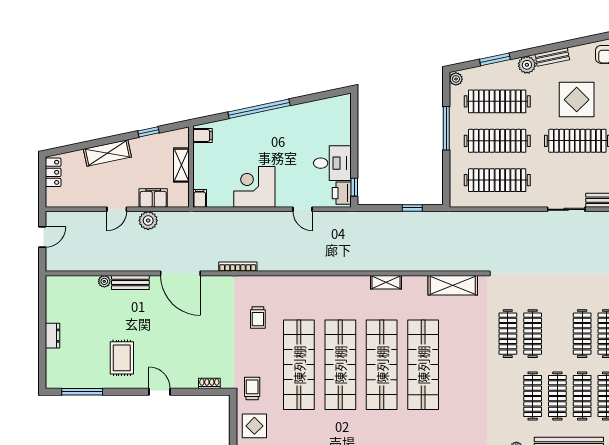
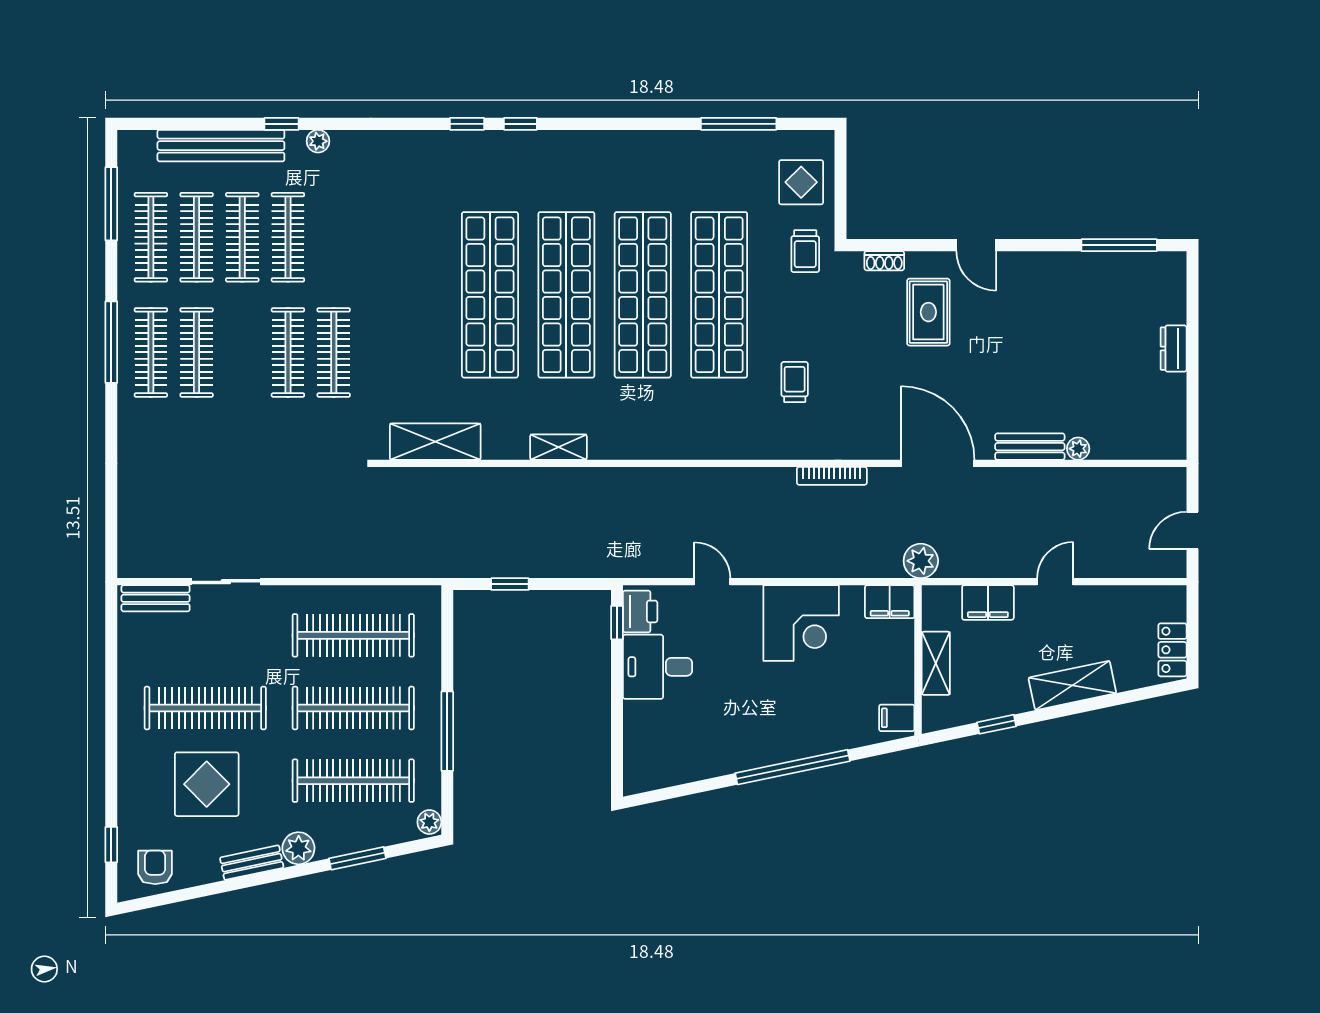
filing cabinet: (200, 198) -> (890, 602), width x2.00
plant: (148, 221) -> (921, 561), moved
rug: (122, 358) -> (928, 312), moved

